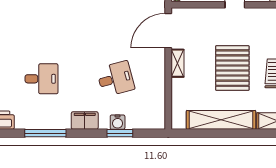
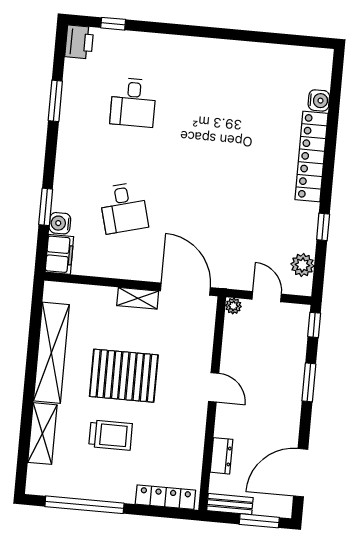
filing cabinet: (85, 121) -> (59, 254), moved
water cooler: (118, 122) -> (60, 223), moved
window: (45, 133) -> (55, 101), width x0.69

